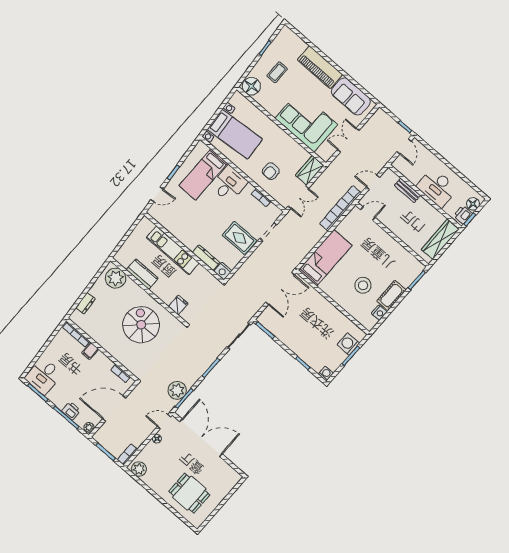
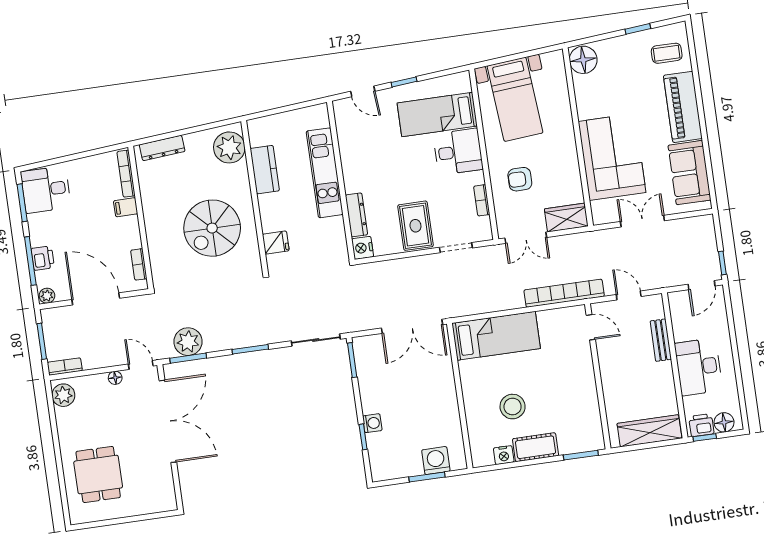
coffee table: (277, 72) -> (667, 53), moved
dresser: (86, 303) -> (162, 148), width x1.44
spiral stairs: (141, 325) -> (212, 228), turned 180
washing machine: (326, 374) -> (372, 423), moved

